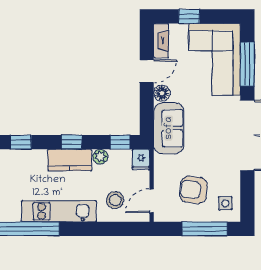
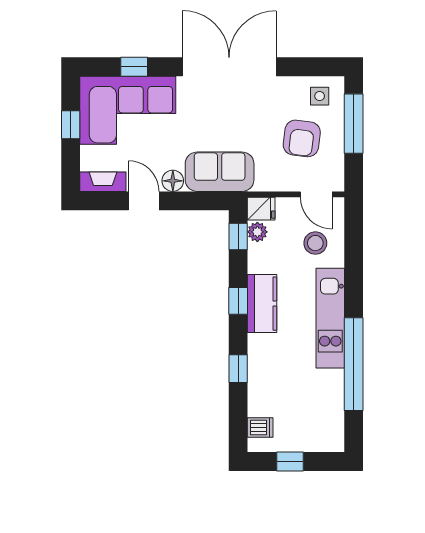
window: (189, 16) -> (71, 125), moved
window: (247, 64) -> (134, 67), width x0.46
plant: (100, 157) -> (257, 232), moved

